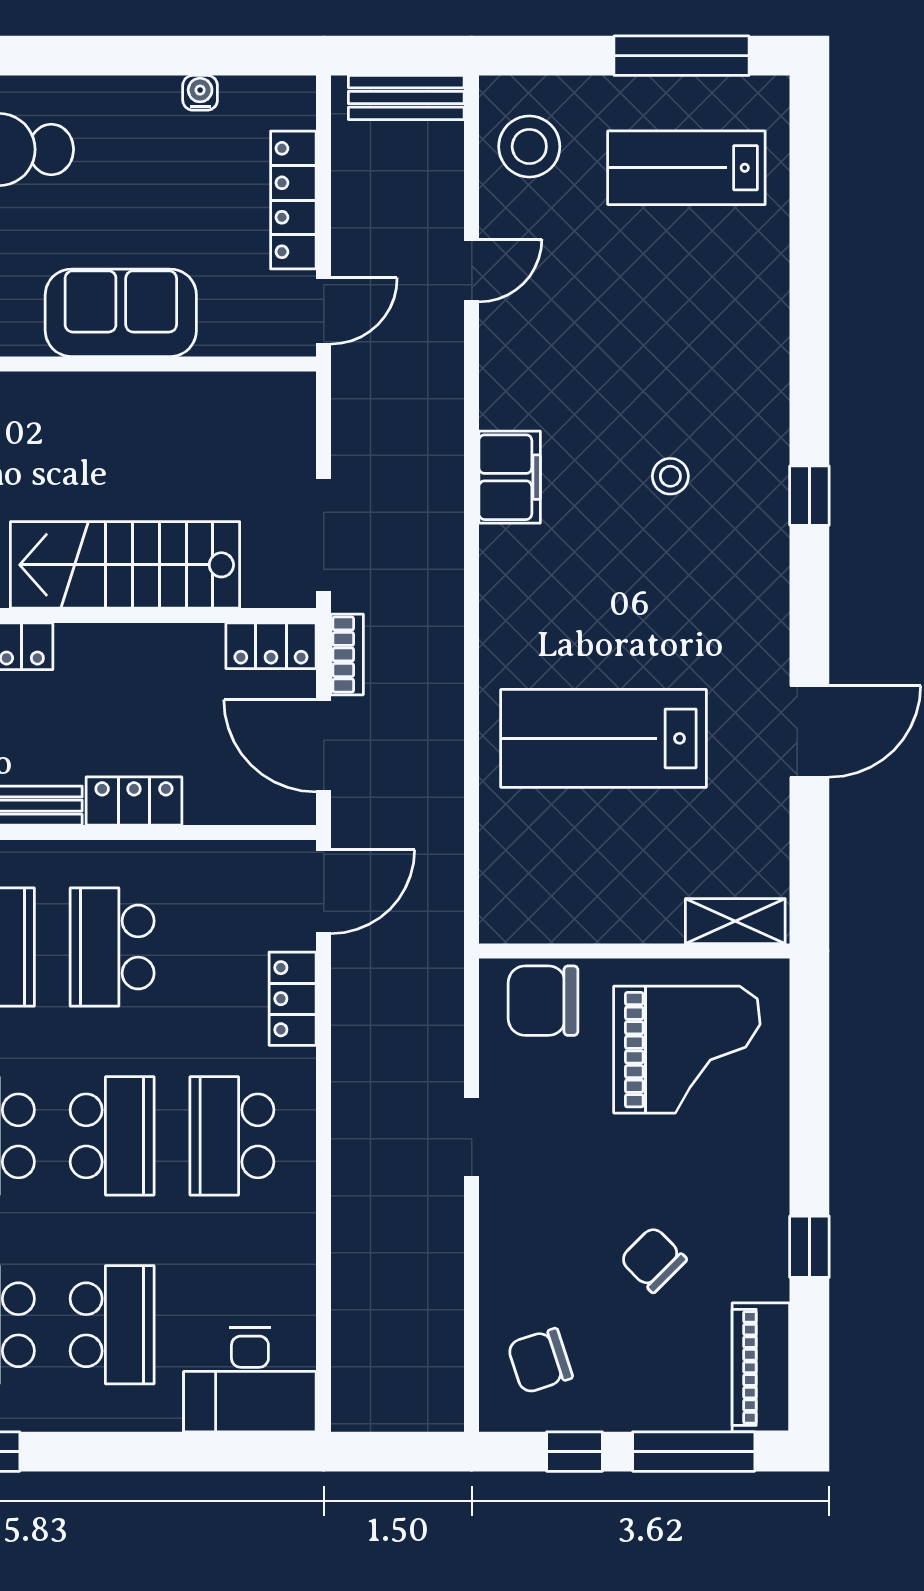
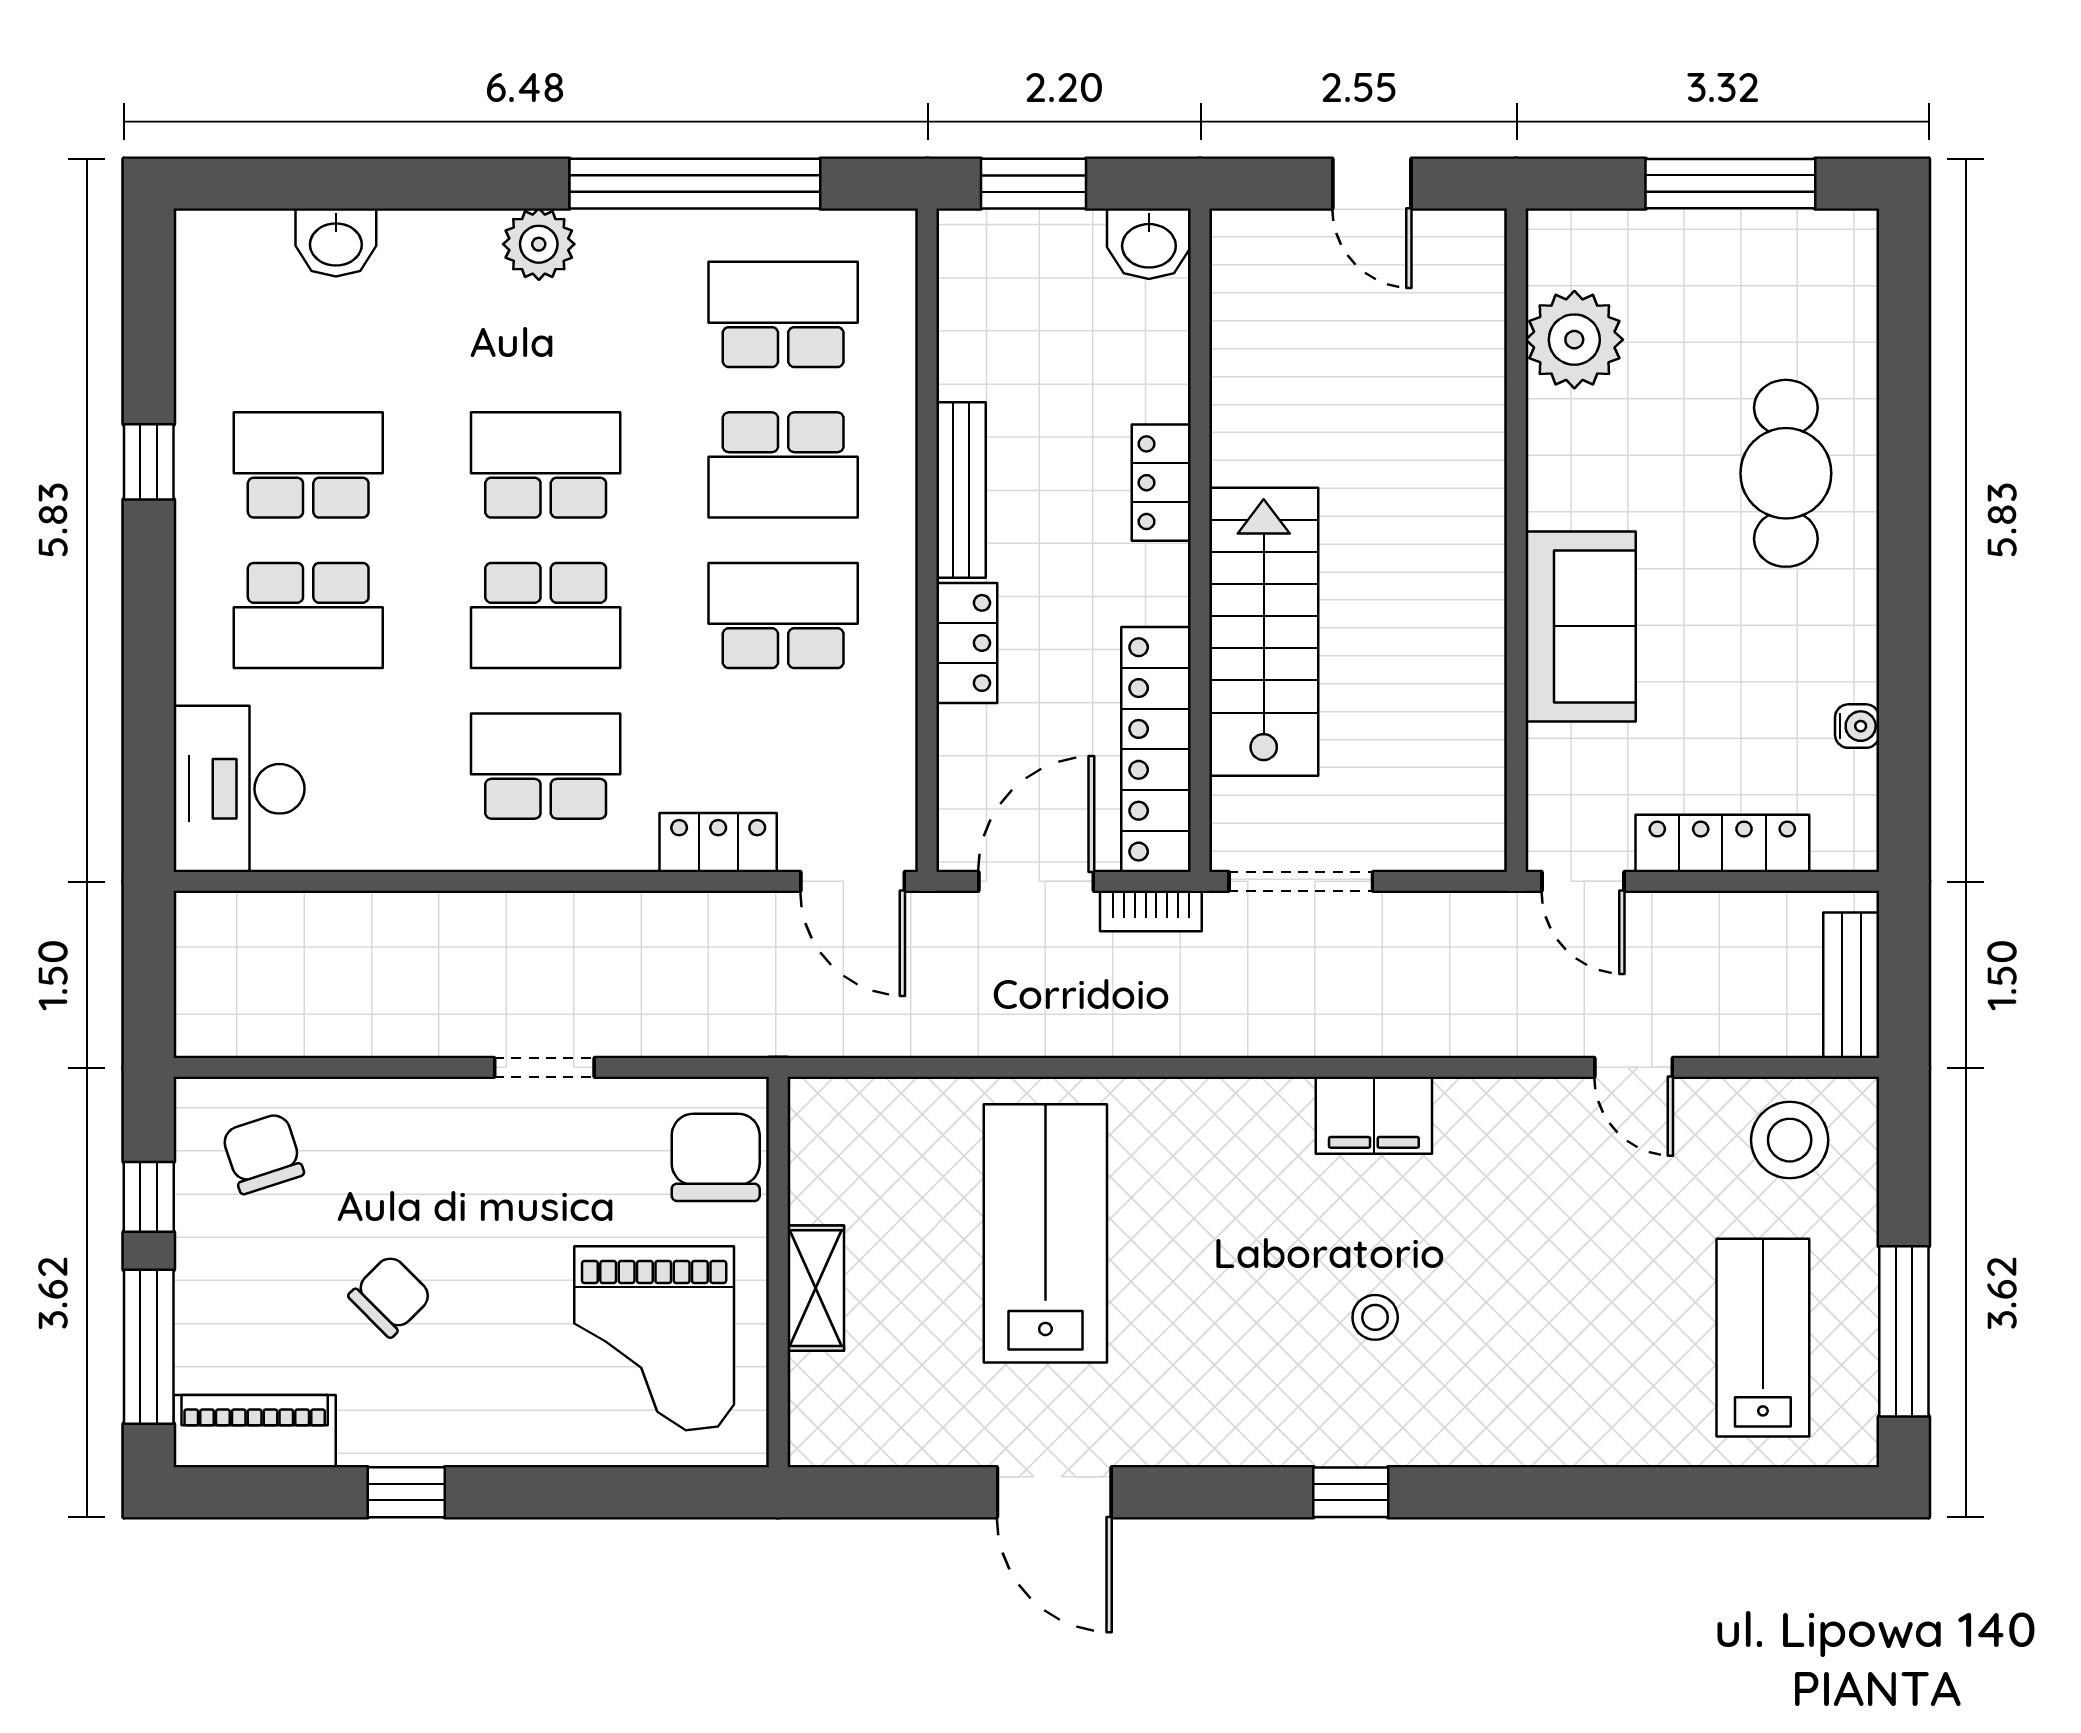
locker: (271, 646) -> (1156, 749), width x2.16, depth x1.21
shelving: (735, 921) -> (816, 1288), moved

